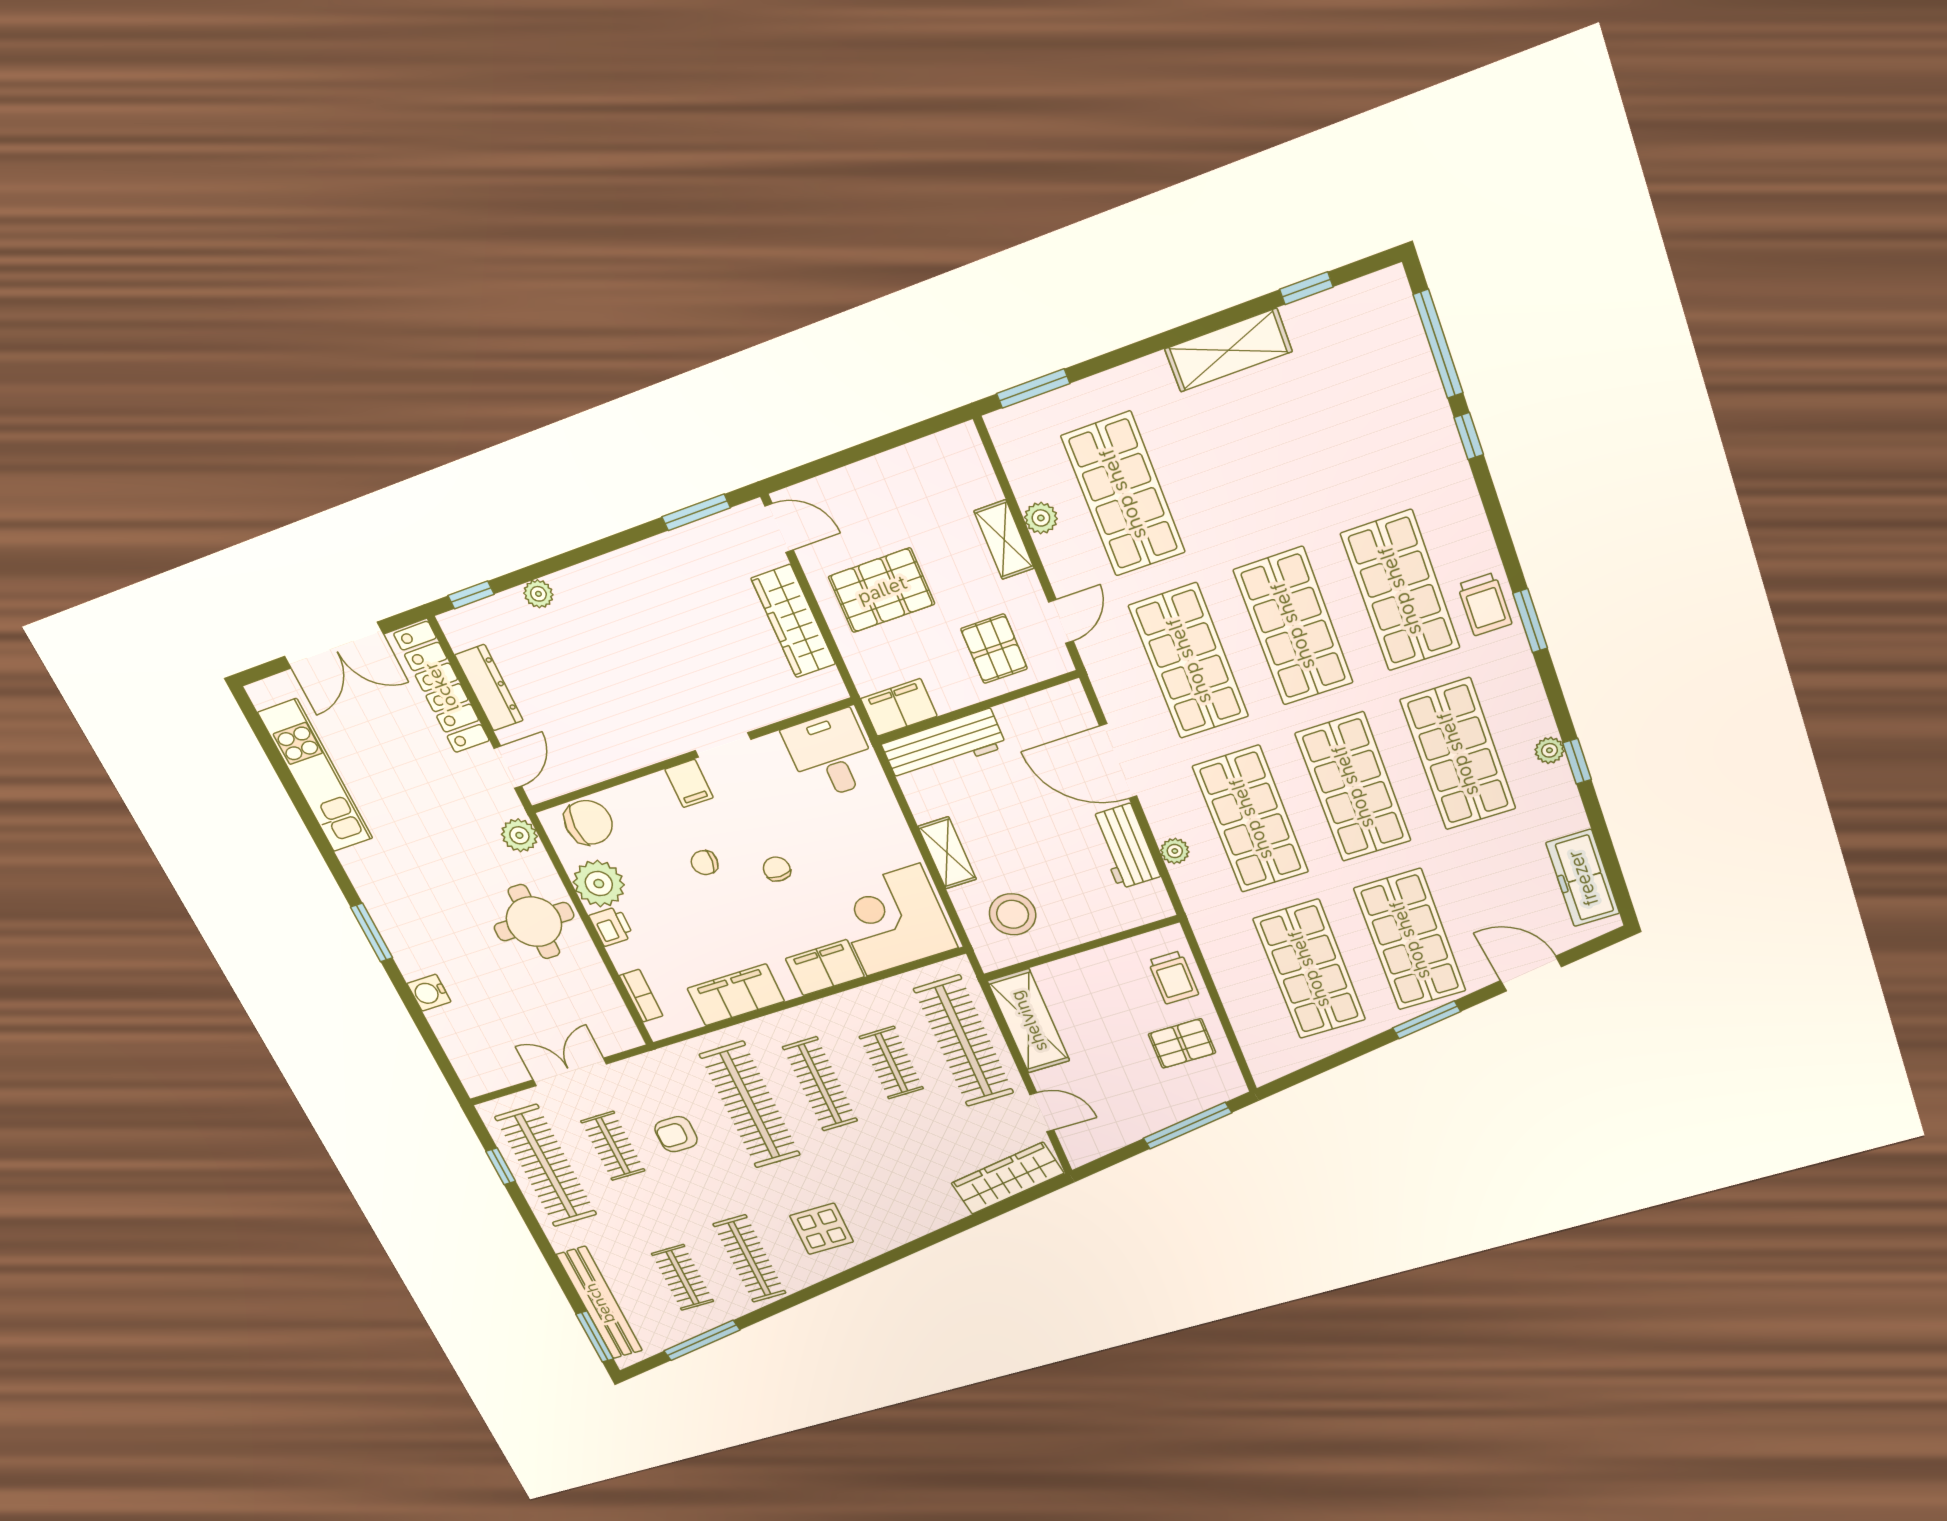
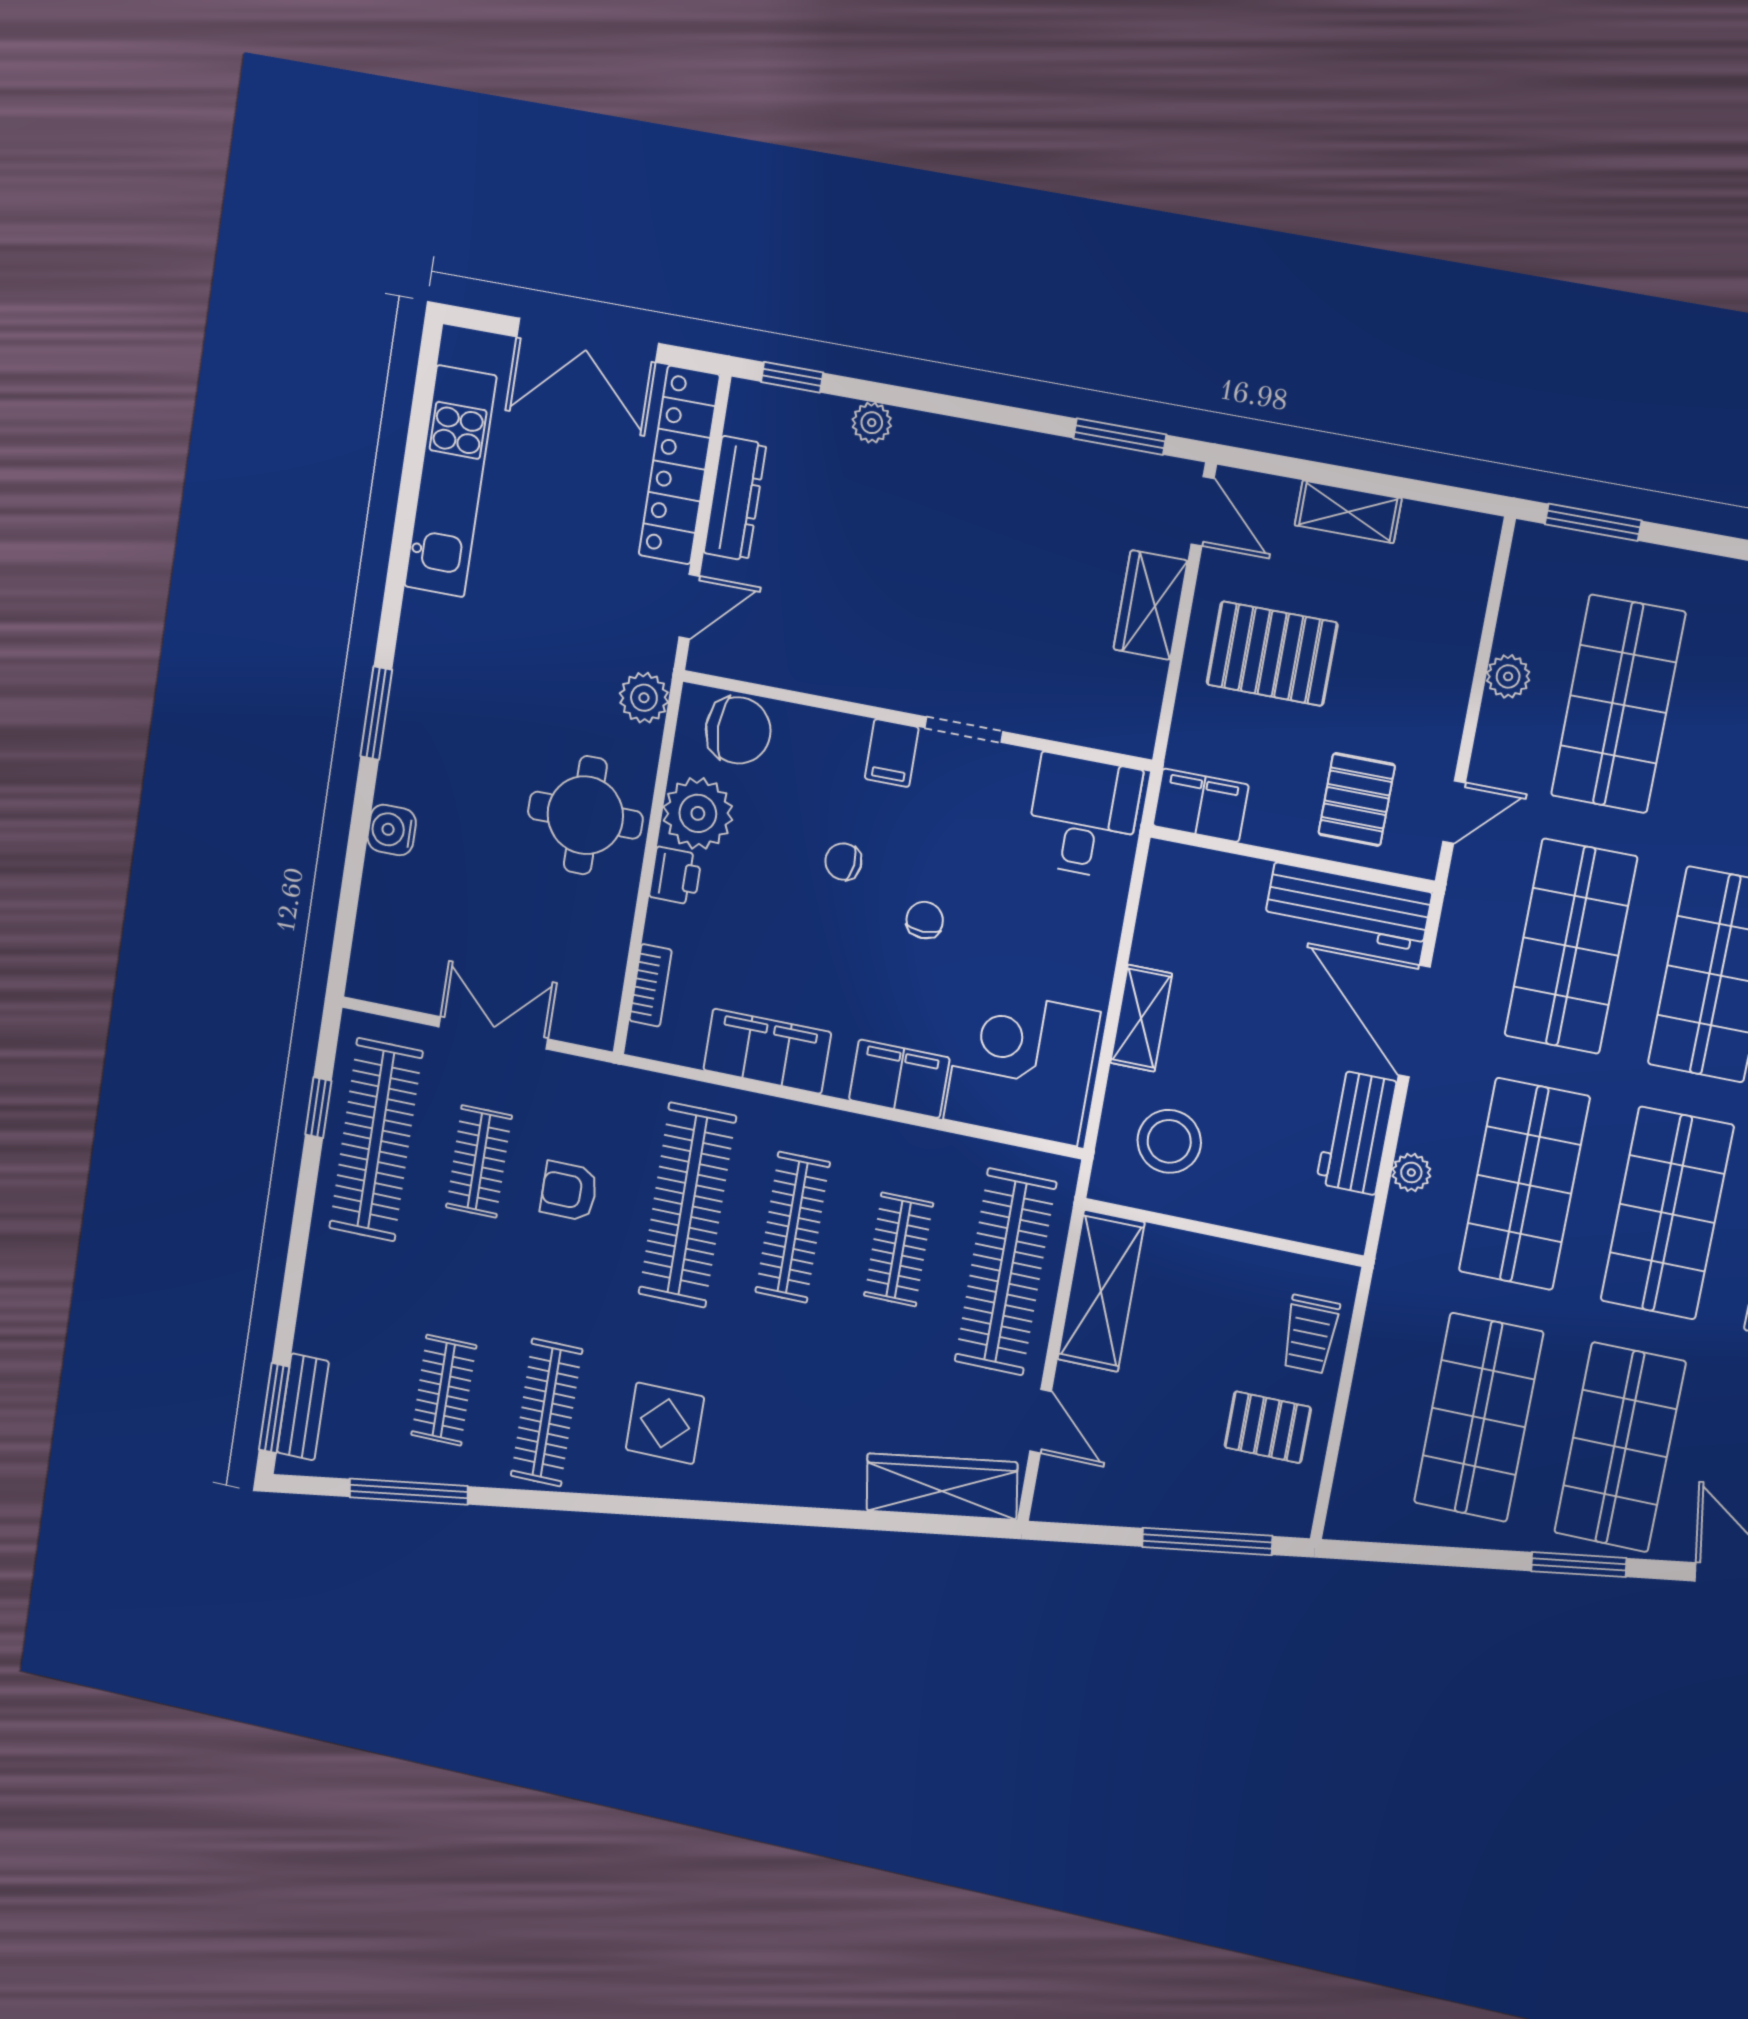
shelving: (1004, 540) -> (1348, 512), moved, turned 90
wardrobe: (793, 621) -> (1150, 605), width x0.67
workbench: (944, 745) -> (1348, 907), moved
bench: (600, 1303) -> (303, 1407), width x0.54, depth x0.82

